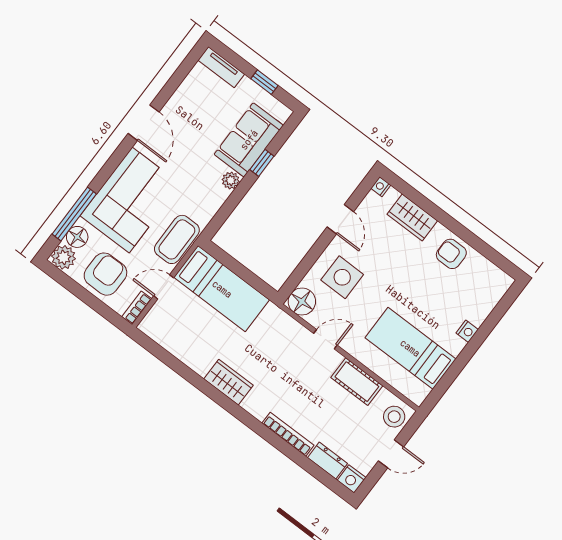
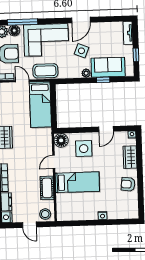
side table: (191, 160) -> (81, 51), added
armchair: (451, 254) -> (128, 184), turned -83
door: (325, 339) -> (54, 162), swing flipped
bed: (410, 348) -> (77, 182), moved, turned 90

